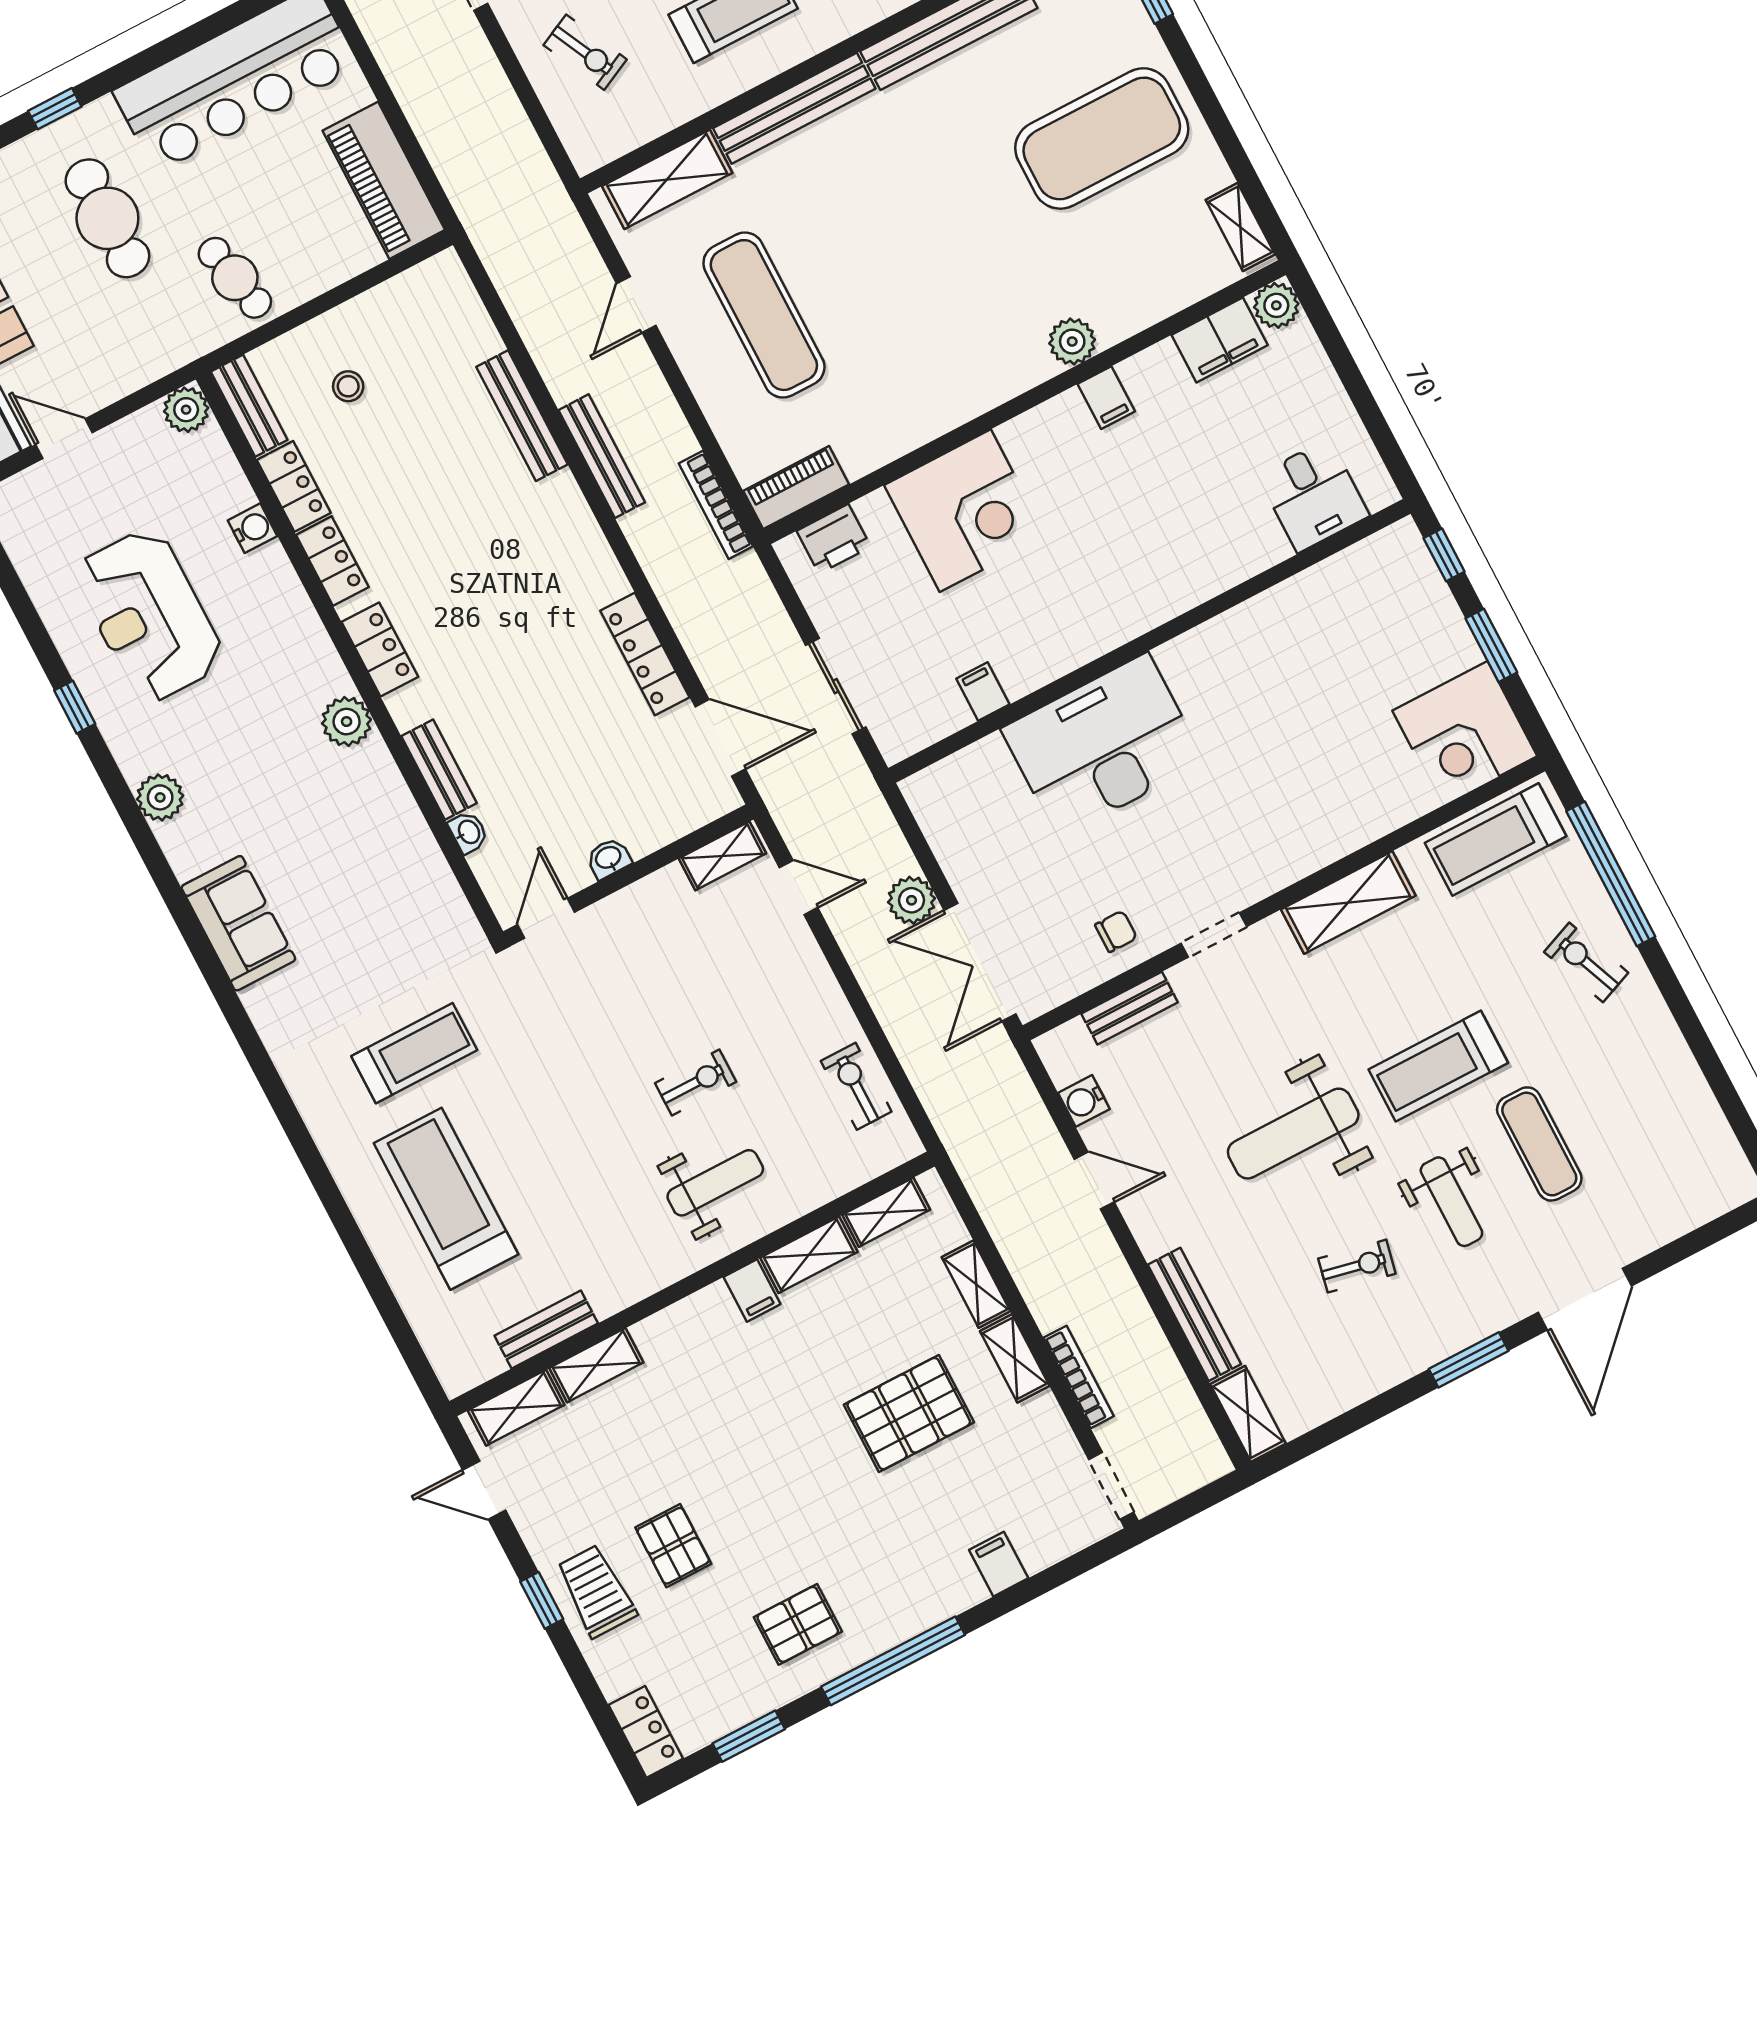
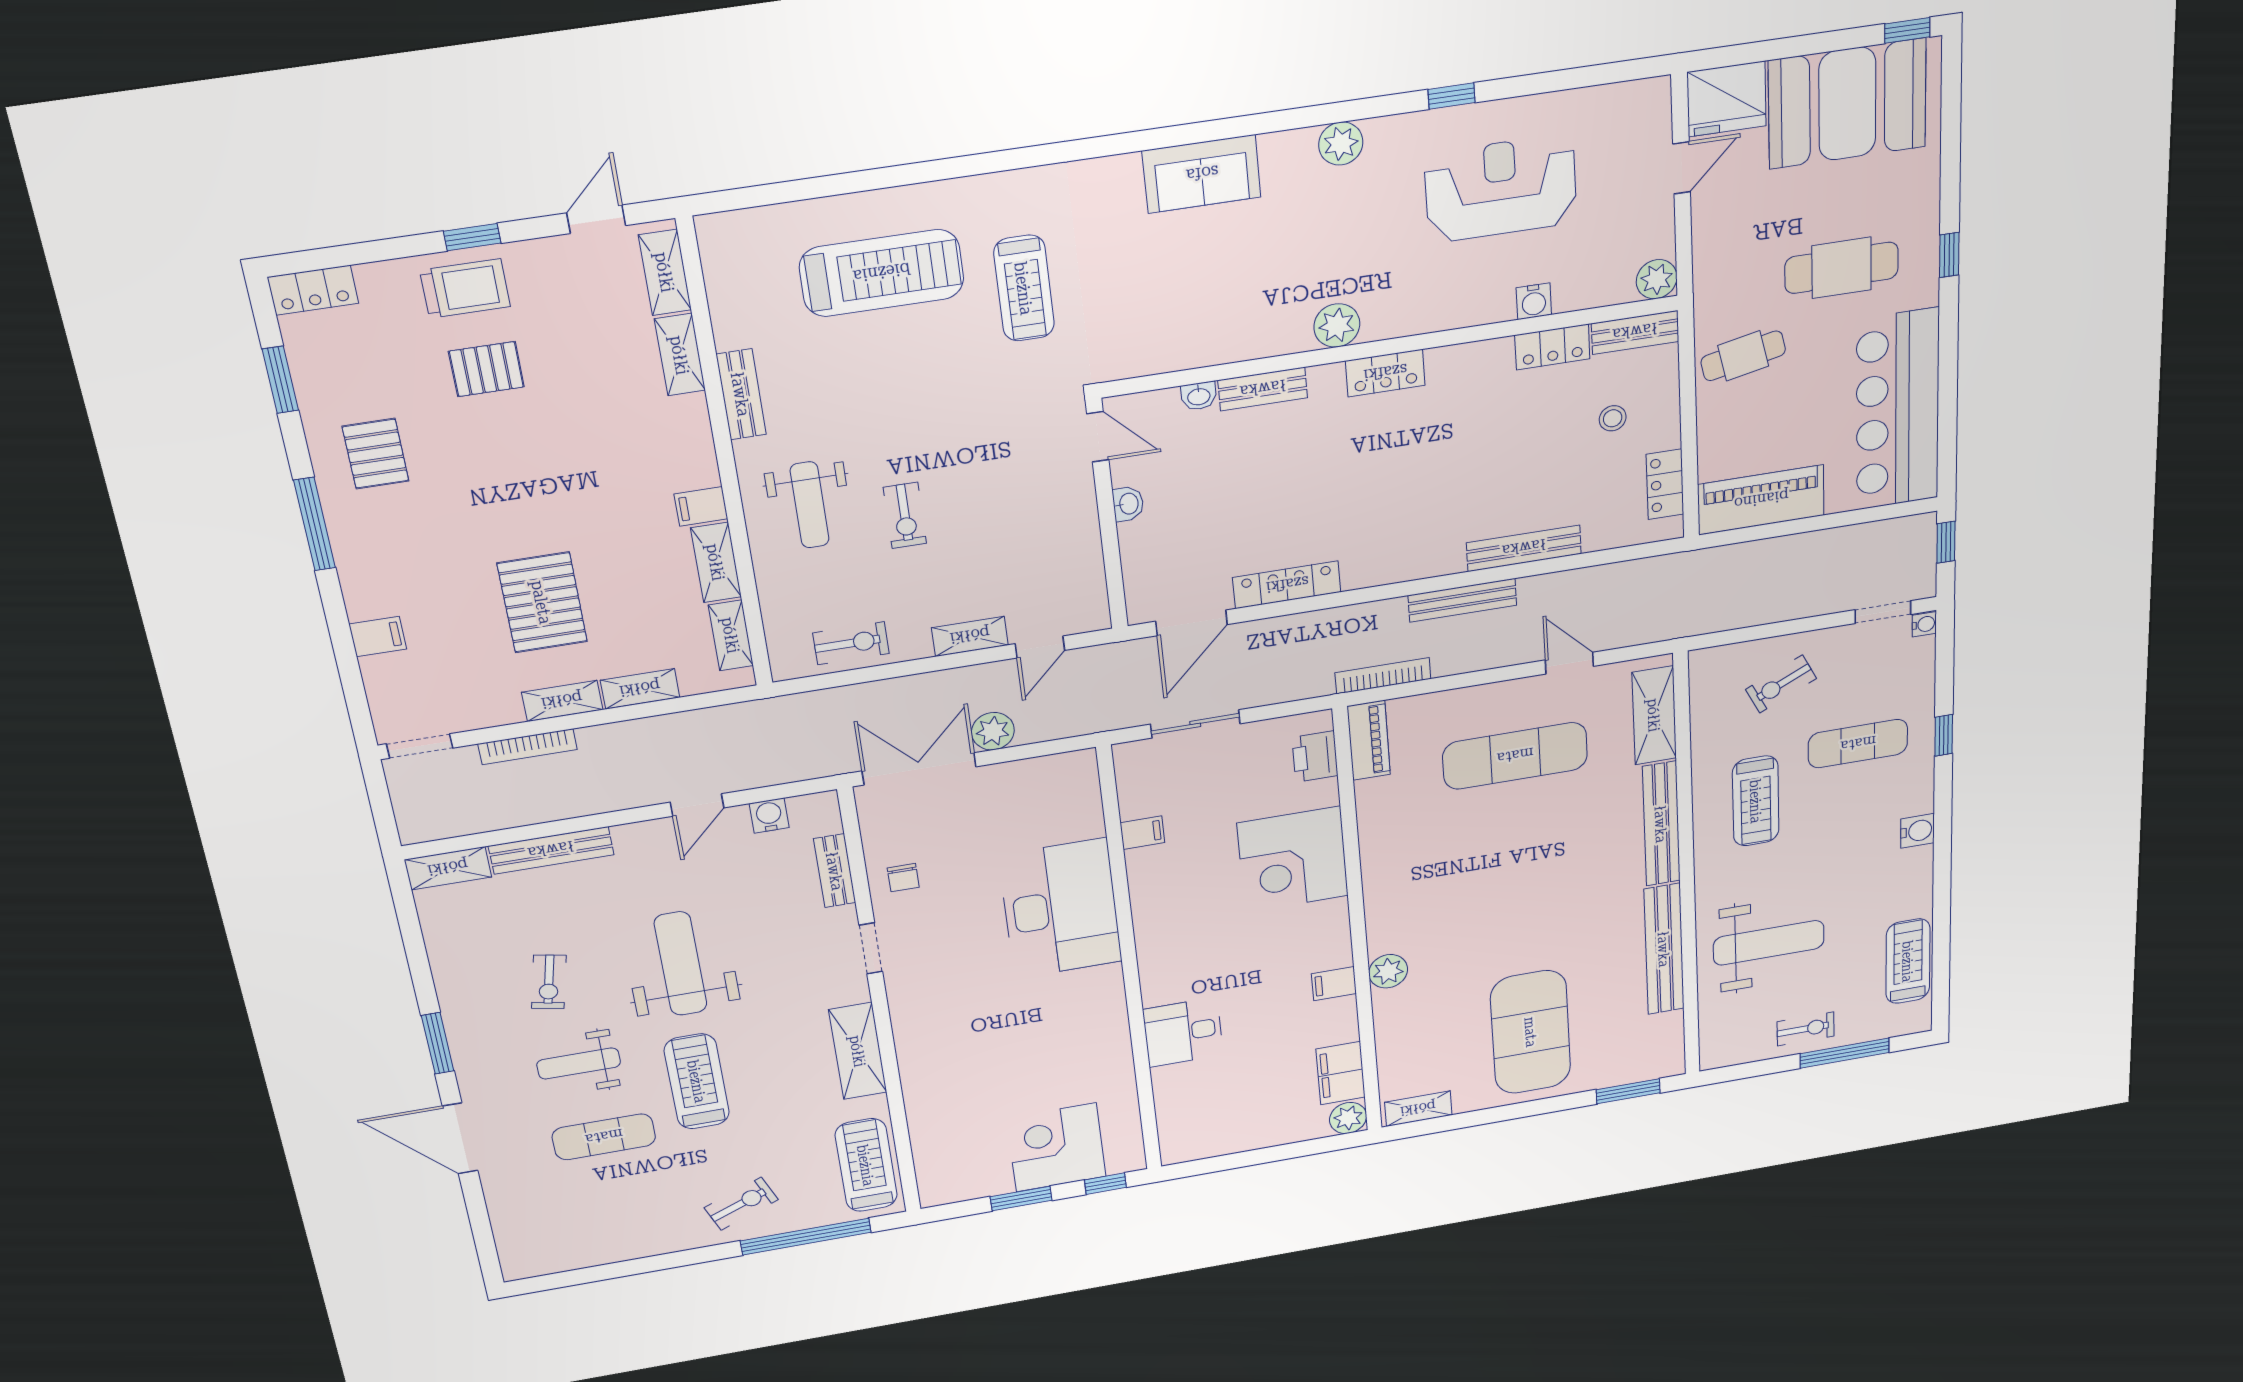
desk: (1313, 495) -> (1183, 1032), moved
locker: (332, 561) -> (1665, 484), moved, turned 90
corner desk: (1465, 733) -> (1056, 1147), moved
shelving: (722, 856) -> (970, 636), moved, turned 90
bench: (546, 1329) -> (741, 394), moved
window: (893, 1661) -> (315, 524), width x0.68

